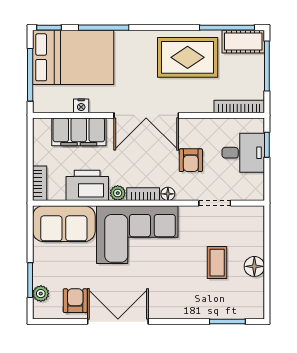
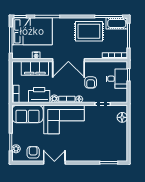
coffee table: (217, 263) -> (104, 133), removed
floor lamp: (254, 266) -> (122, 117), moved
double door: (118, 322) -> (54, 163), width x0.73

